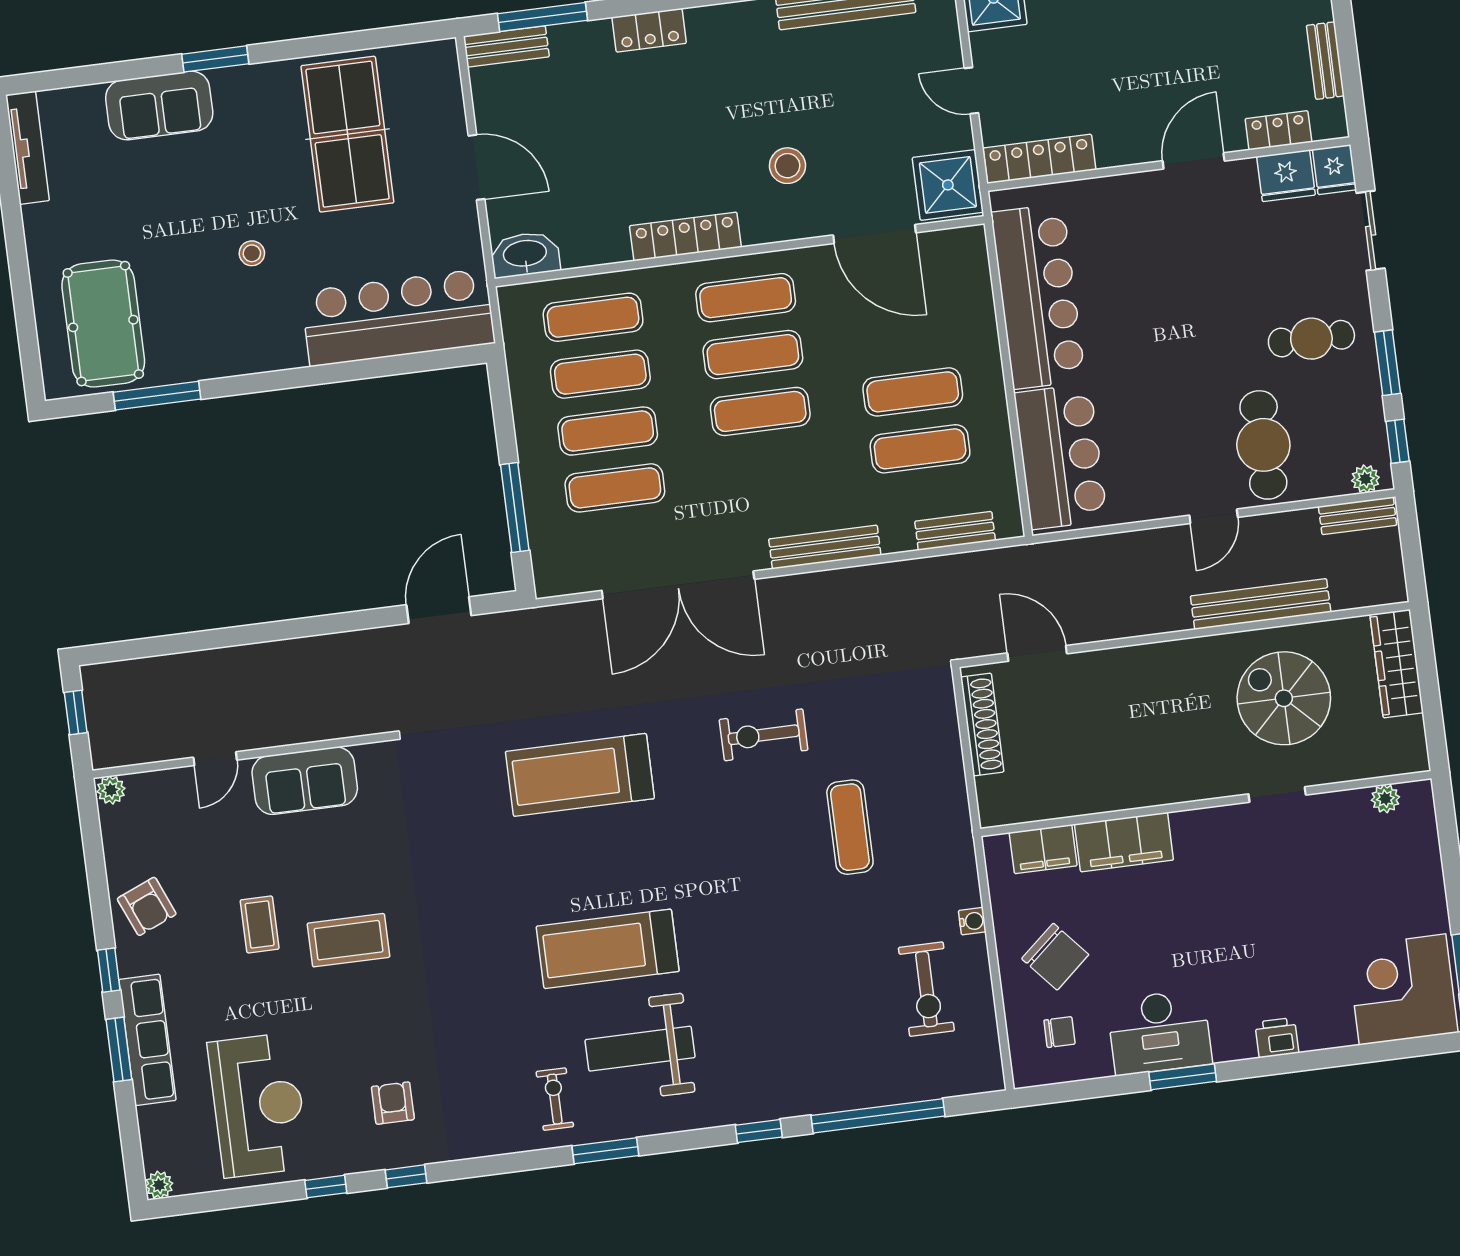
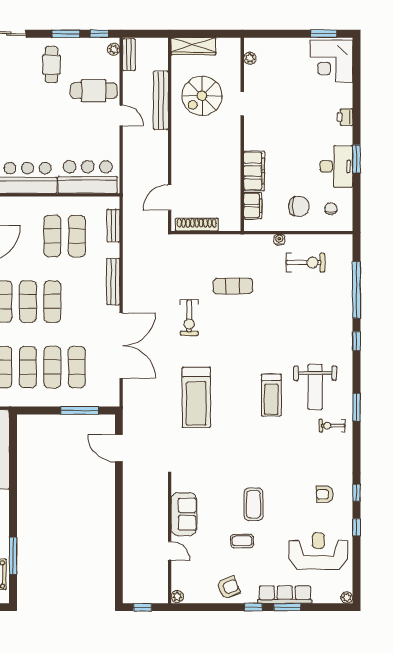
treadmill: (608, 949) -> (271, 395), width x0.73, depth x0.73
chair: (1055, 957) -> (299, 206), turned 41

